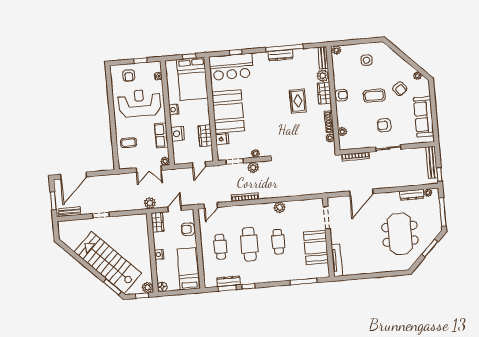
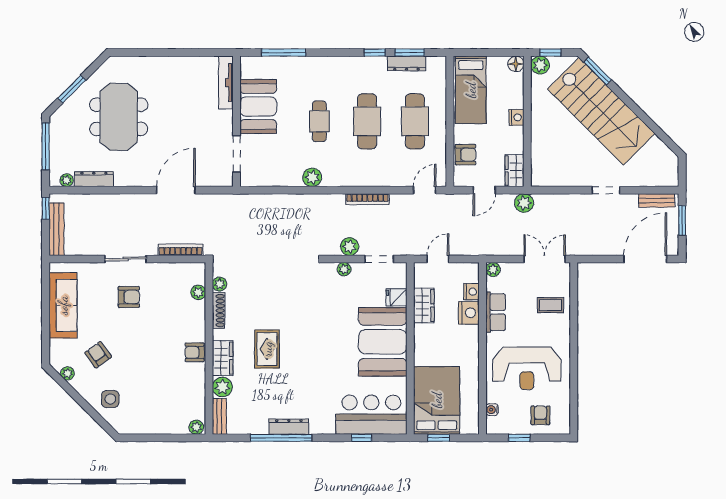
side table: (367, 60) -> (110, 399), moved
coffee table: (374, 96) -> (141, 347), removed
nightstand: (174, 110) -> (471, 292), moved
double door: (149, 169) -> (545, 259), moved
cafe table: (220, 247) -> (415, 121), width x1.37, depth x1.35

